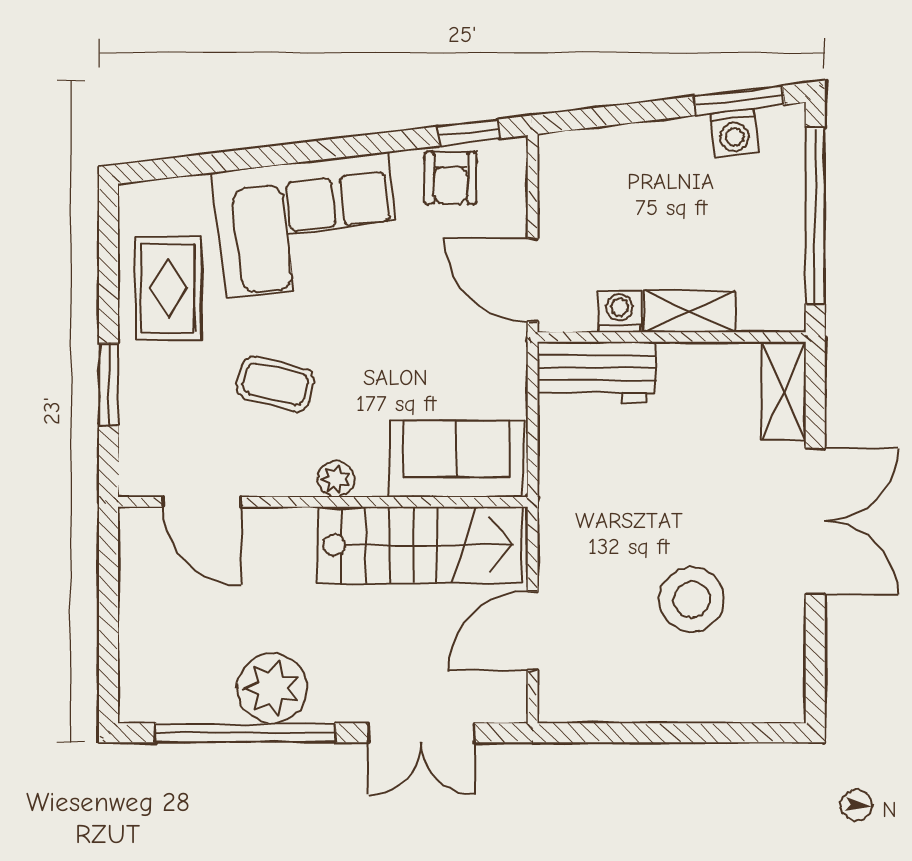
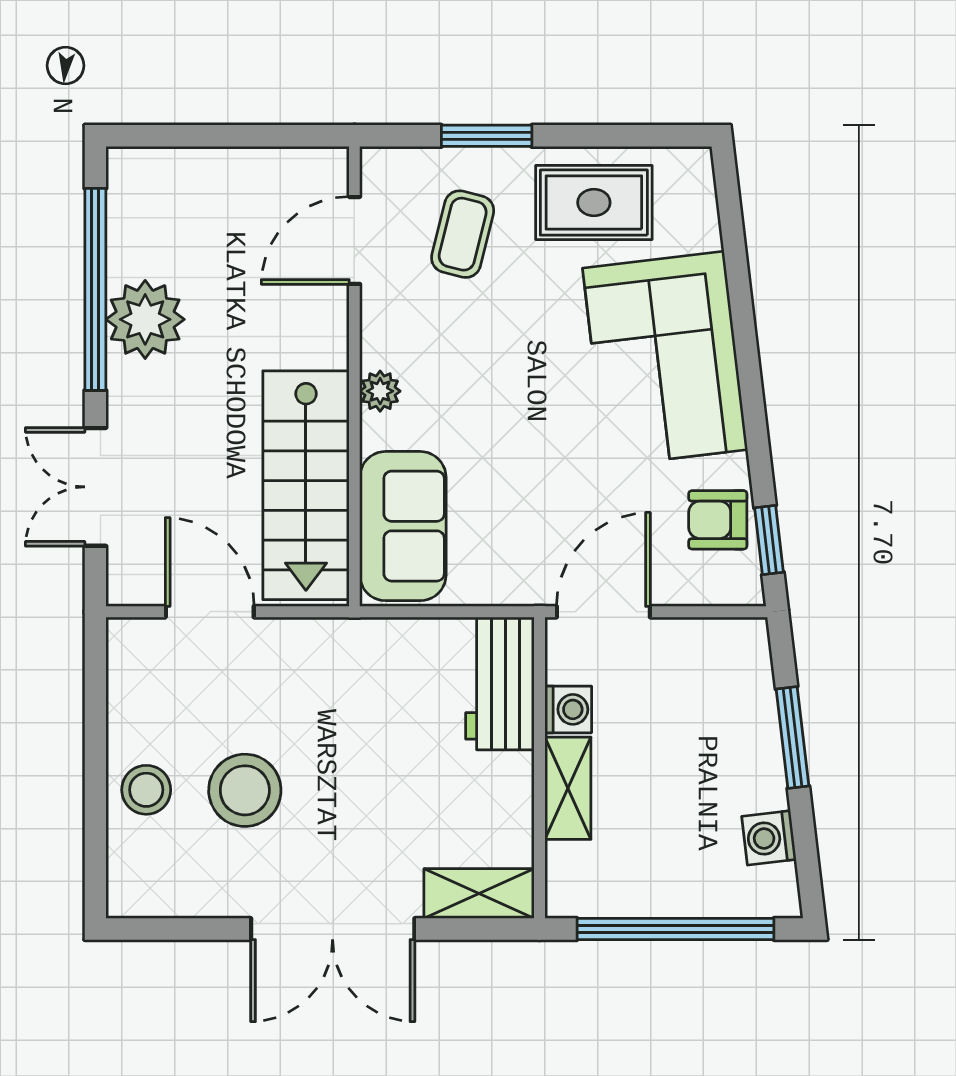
window: (739, 100) -> (792, 737), moved
coffee table: (275, 384) -> (463, 234), moved
stool: (691, 687) -> (146, 790), added

